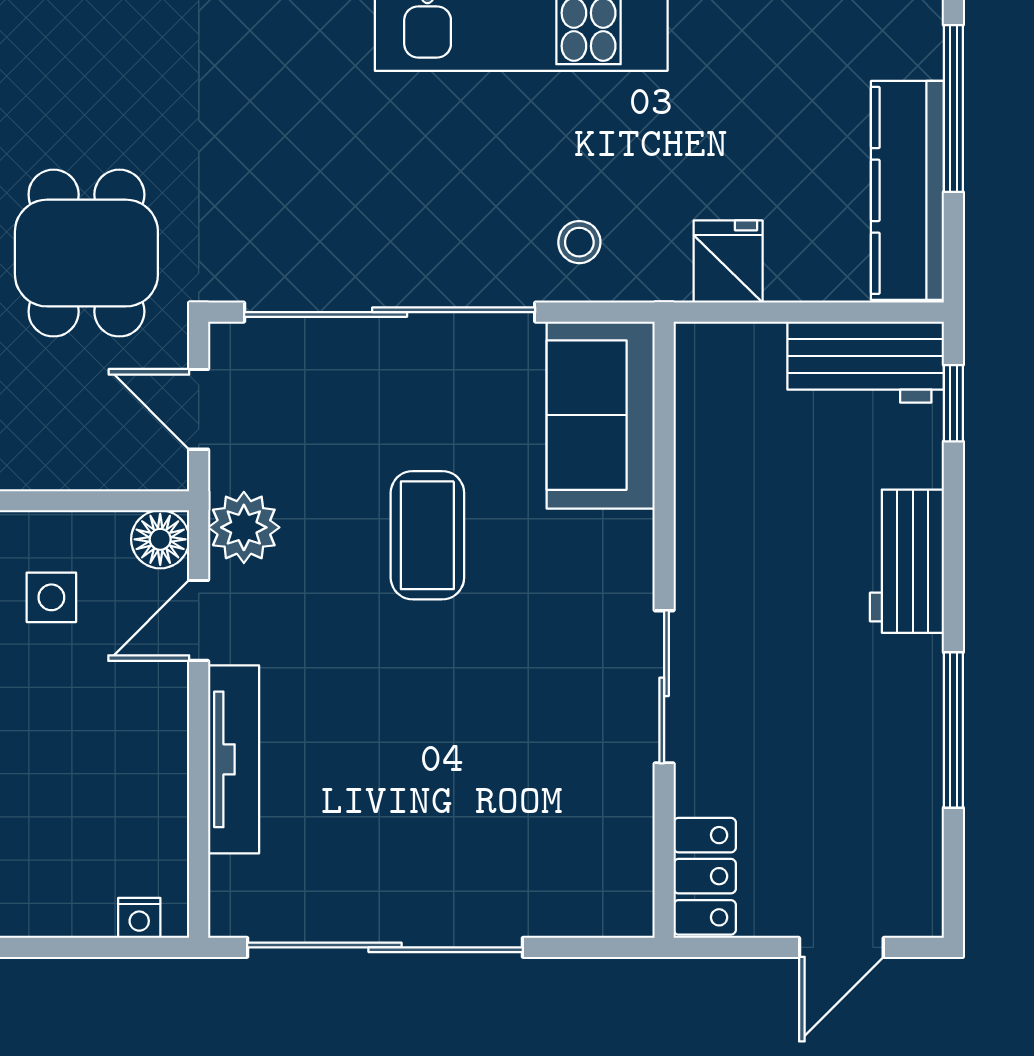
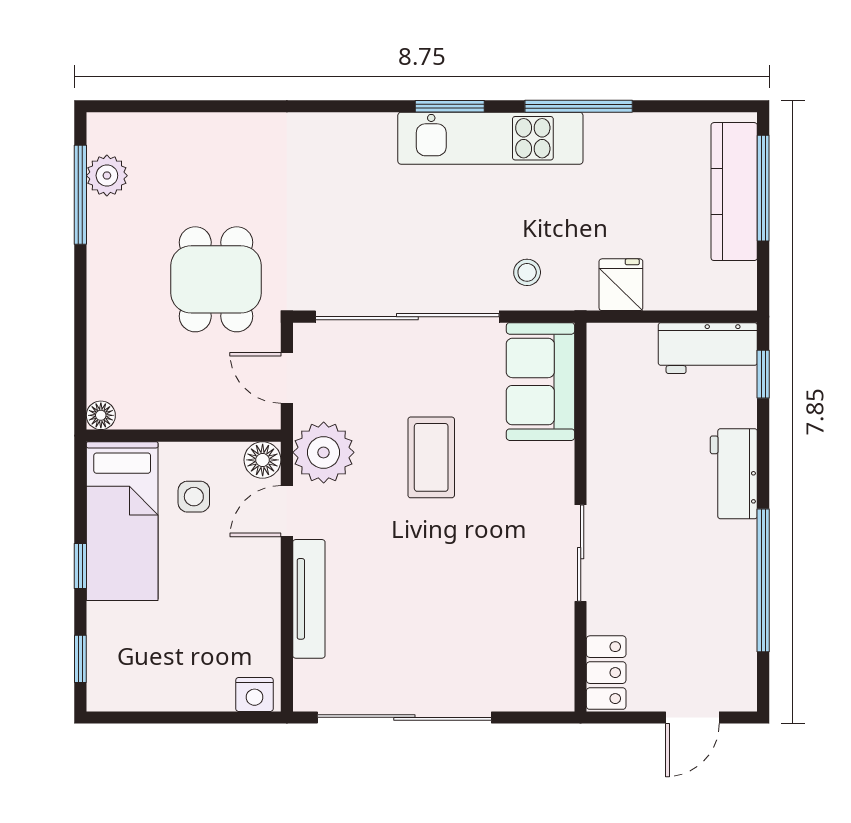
kitchen counter: (907, 190) -> (734, 192), moved
plant: (244, 527) -> (324, 452), width x1.36, depth x1.36
window: (953, 730) -> (763, 580), width x1.46
nightstand: (139, 918) -> (254, 694), width x1.39, depth x1.35

